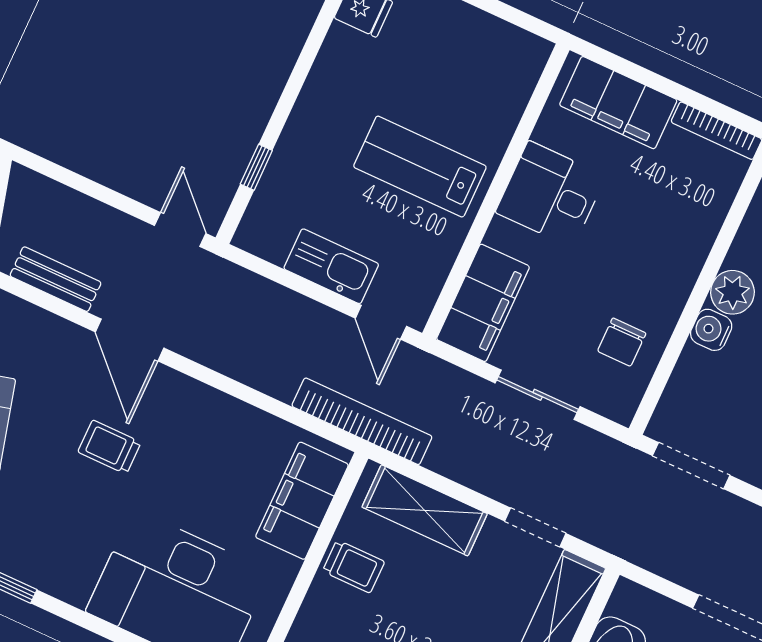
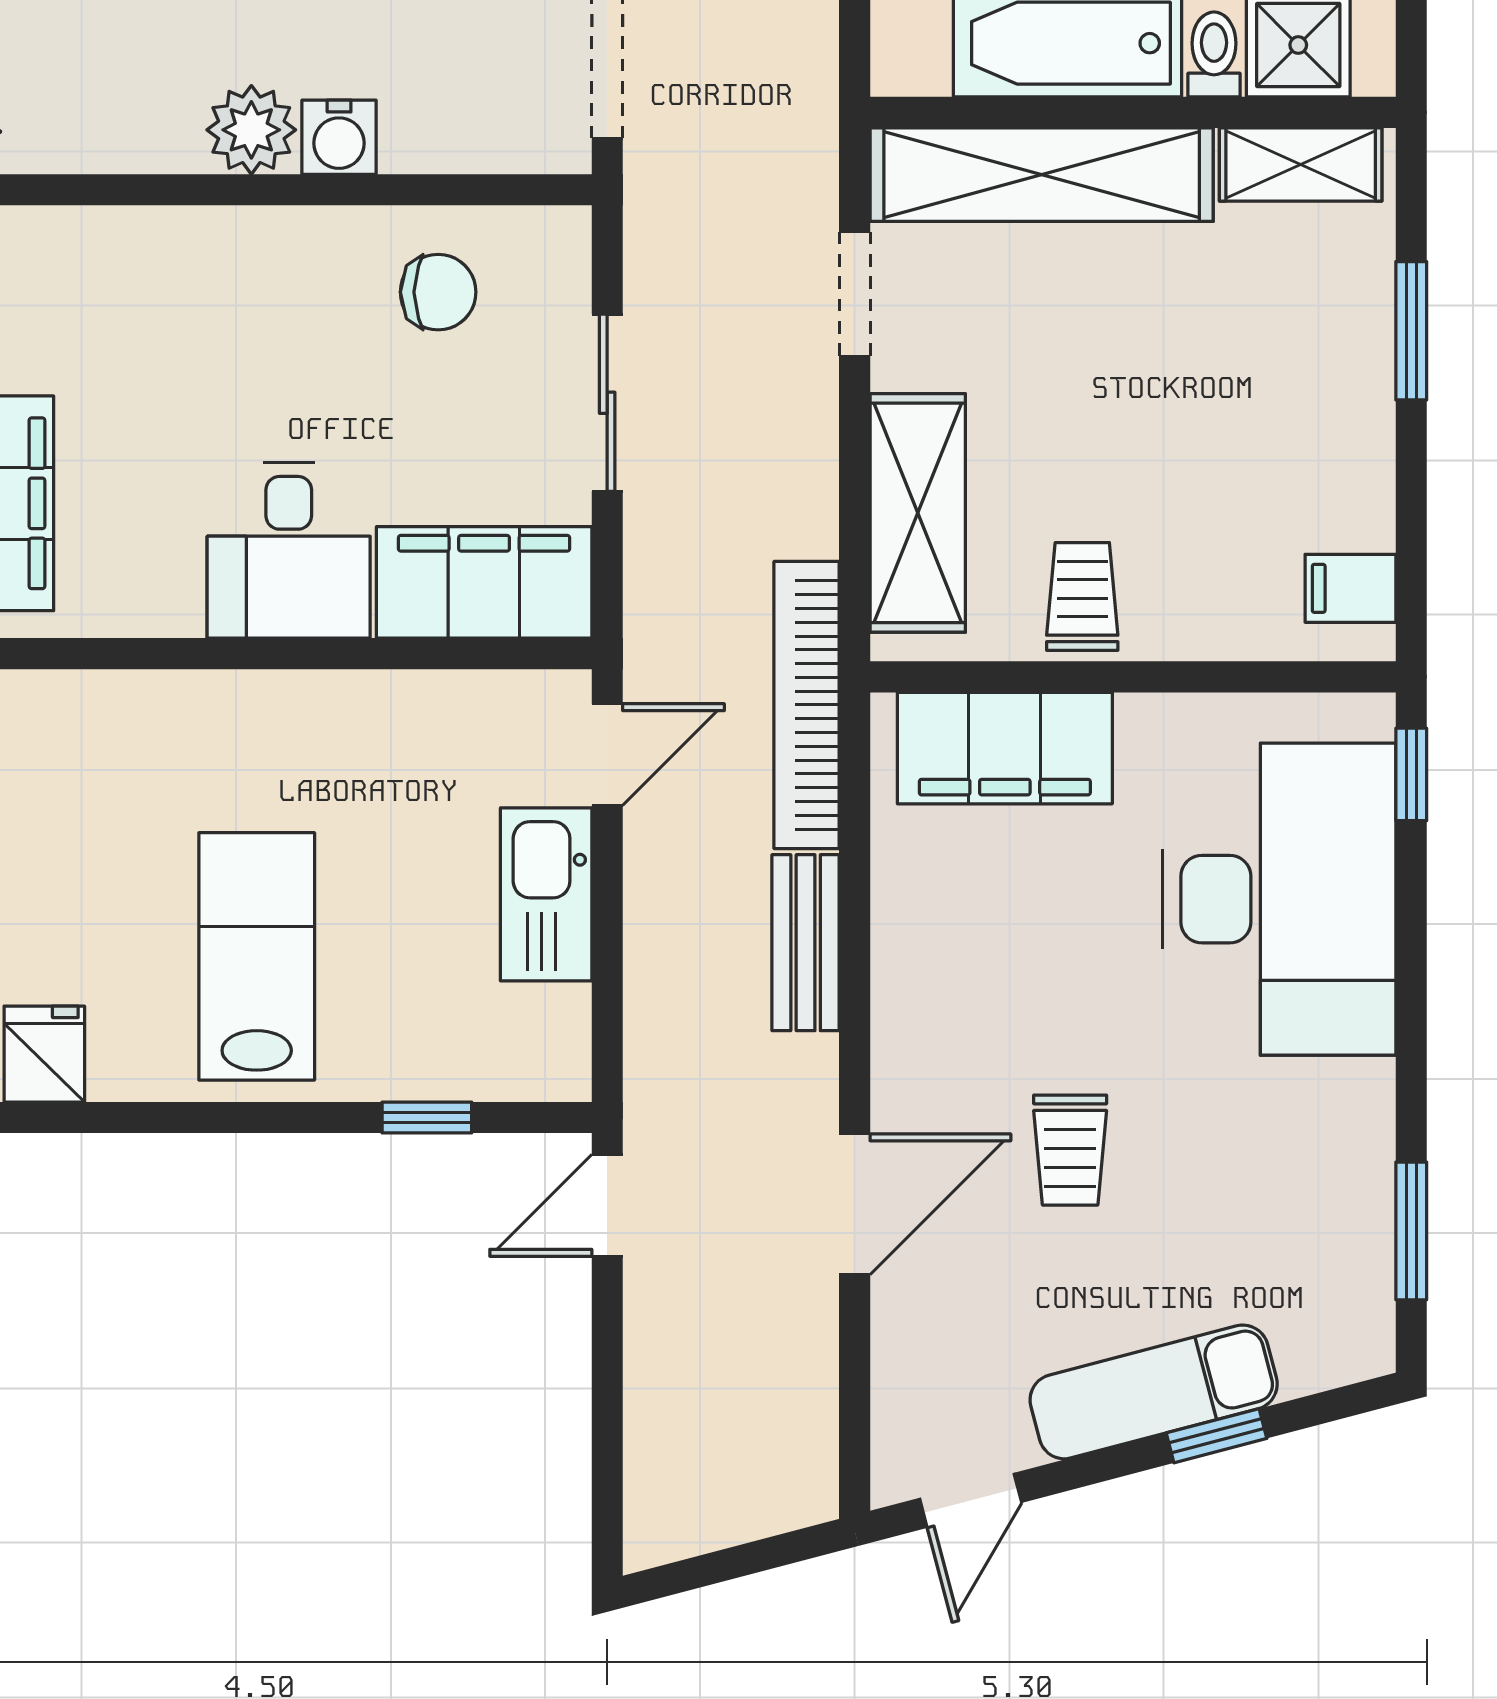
lab bench: (420, 167) -> (257, 956), moved, turned 180
desk: (551, 194) -> (289, 550), moved
bench: (56, 279) -> (806, 943), moved

